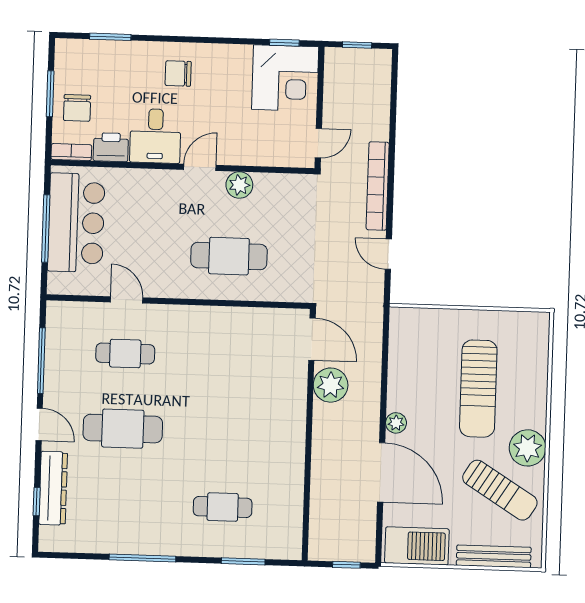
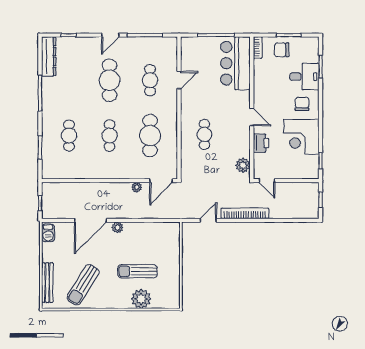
corner desk: (285, 78) -> (301, 137), moved
desk: (155, 136) -> (304, 77), moved, turned 180
printer: (111, 147) -> (261, 143), moved
plant: (239, 185) -> (243, 165), moved
bar counter: (76, 223) -> (235, 63), moved, turned 90
cafe table: (229, 256) -> (204, 134), width x0.73, depth x0.74
cafe table: (228, 357) -> (150, 136), added
plant: (331, 385) -> (137, 187), width x0.53, depth x0.53
sun lounger: (478, 389) -> (137, 271), width x0.73, depth x0.75
cafe table: (225, 432) -> (110, 136), added
plant: (528, 448) -> (141, 299), moved
dresser: (53, 488) -> (49, 57), moved, turned -90
barbecue: (417, 546) -> (48, 233), width x0.53, depth x0.65

